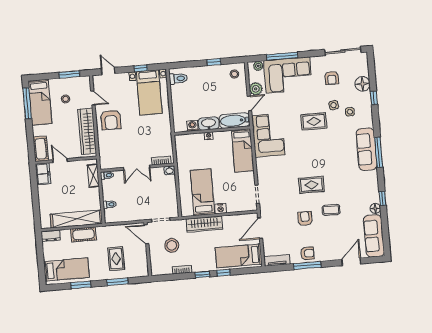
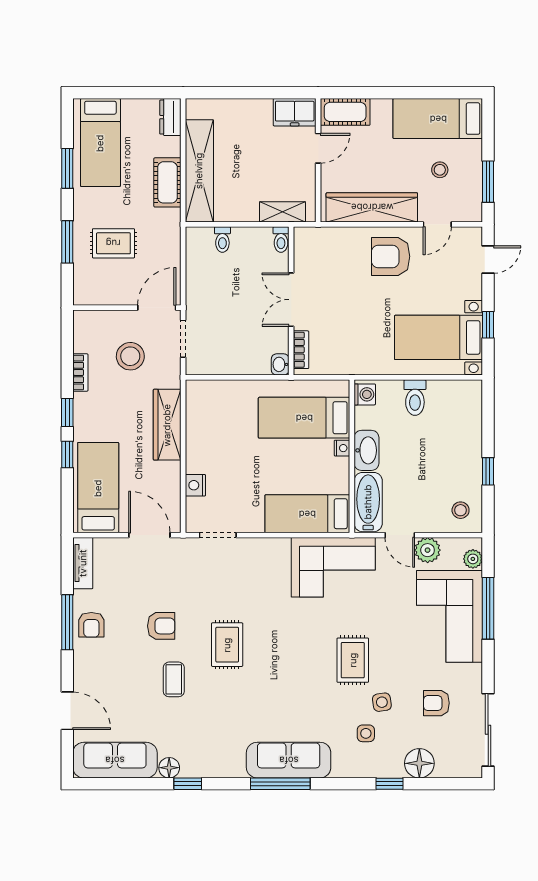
toilet: (178, 79) -> (415, 398), moved
window: (27, 103) -> (438, 93), removed
washing machine: (192, 126) -> (365, 394), moved
bed: (202, 192) -> (304, 418), moved, turned 180
nightstand: (221, 209) -> (195, 485), moved

